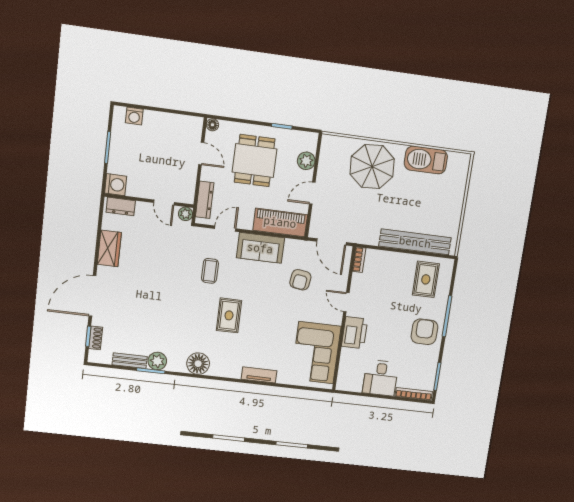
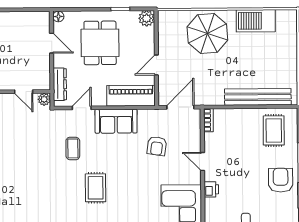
plant: (306, 161) -> (147, 18), moved
door: (331, 242) -> (180, 107), swing flipped
printer: (355, 333) -> (211, 189), width x0.53, depth x0.68

